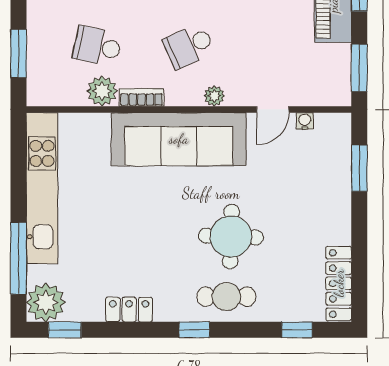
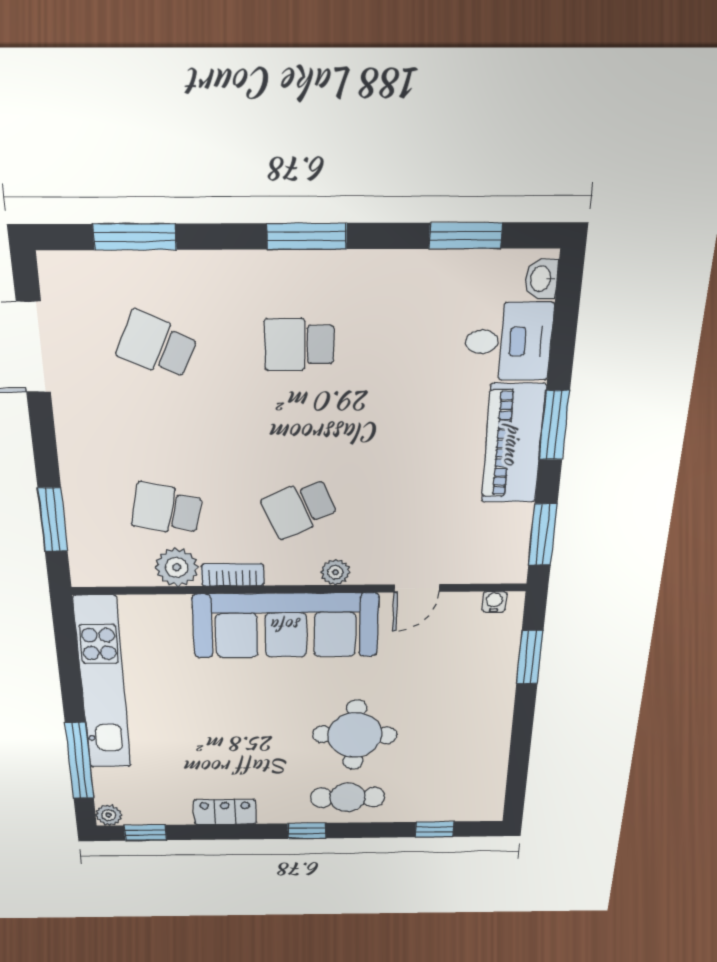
water cooler: (305, 121) -> (494, 602), moved
locker: (339, 283) -> (490, 782), removed
plant: (46, 302) -> (109, 815), width x0.53, depth x0.53

